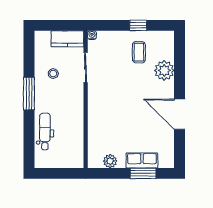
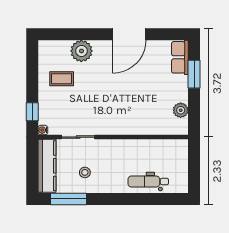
window: (138, 25) -> (32, 112), moved
kitchen counter: (67, 39) -> (47, 166), width x1.50
window: (29, 94) -> (69, 199), moved
row of seats: (142, 160) -> (180, 57), moved

